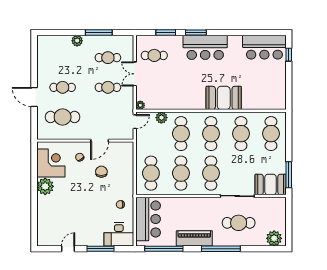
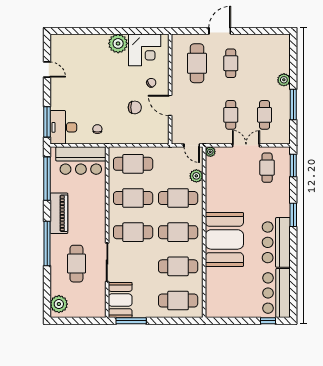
window: (166, 32) -> (293, 165), moved
bar counter: (205, 47) -> (276, 242), moved
booth: (224, 98) -> (224, 239), width x1.36, depth x1.42
window: (100, 249) -> (47, 122), moved

